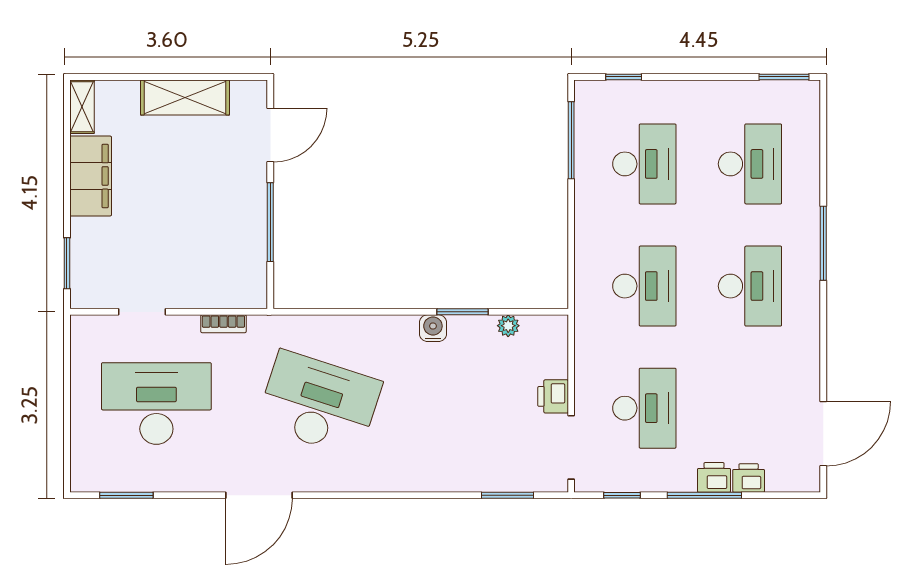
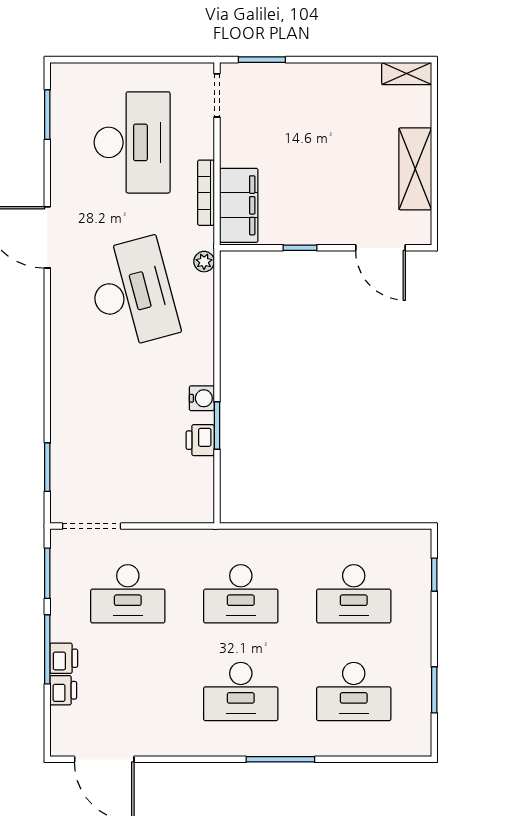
window: (784, 77) -> (434, 690), moved
window: (571, 140) -> (376, 526), removed
filing cabinet: (91, 176) -> (239, 205), moved, turned -90
window: (270, 222) -> (300, 248), width x0.46
doorway: (142, 312) -> (217, 95), moved
bookcase: (223, 324) -> (206, 193), width x1.56
plant: (508, 326) -> (204, 262), moved
printer: (553, 396) -> (200, 440), moved, turned -90
desk: (319, 404) -> (132, 293), turned -33
window: (622, 495) -> (47, 573), width x1.50

